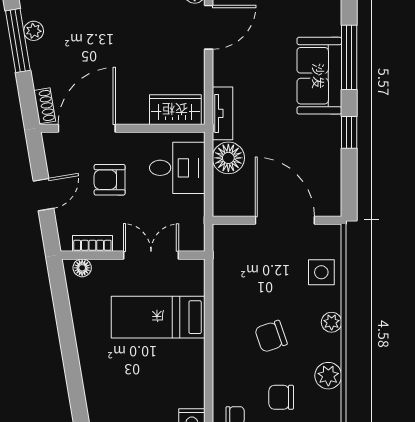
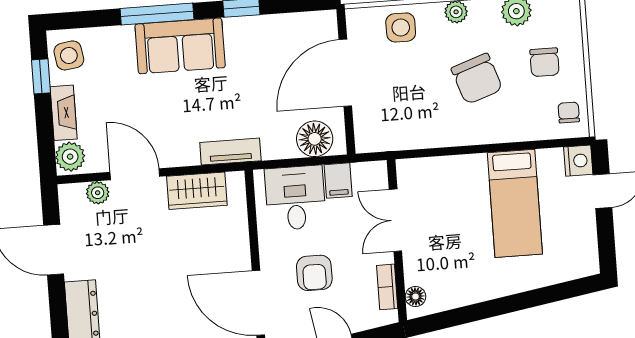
wardrobe: (175, 110) -> (197, 191), moved, turned -90
floor lamp: (228, 158) -> (315, 139), moved
filing cabinet: (190, 207) -> (338, 181), added
bed: (158, 317) -> (515, 203), moved
chair: (271, 336) -> (477, 79), width x1.37, depth x1.37

